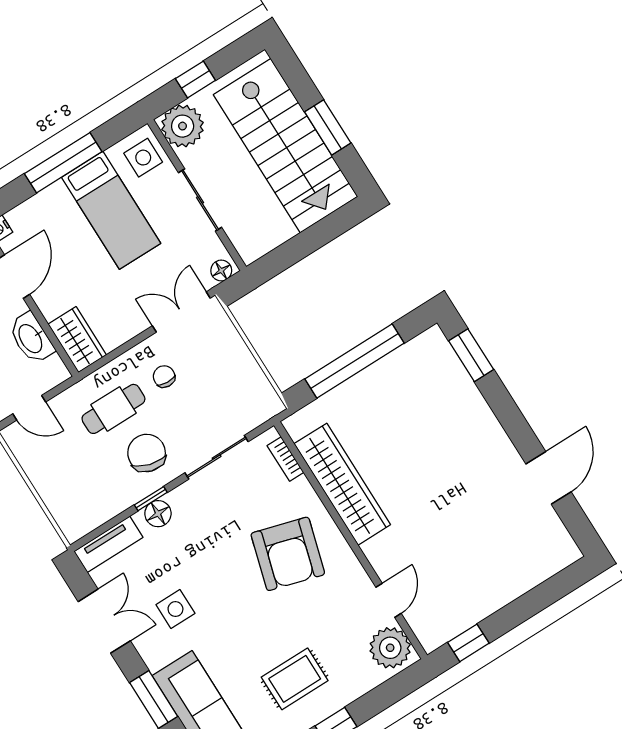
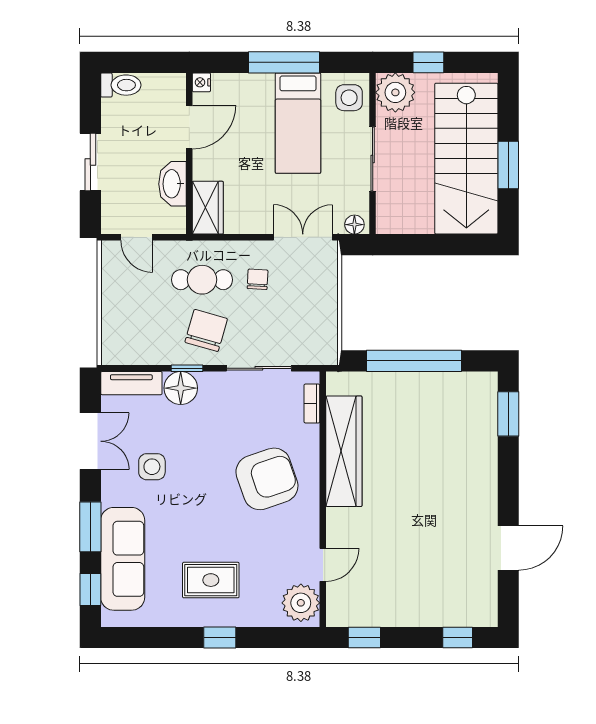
floor lamp: (158, 514) -> (181, 388), width x1.38, depth x1.38
armchair: (288, 554) -> (267, 479), turned -125
window: (554, 589) -> (458, 637), added

